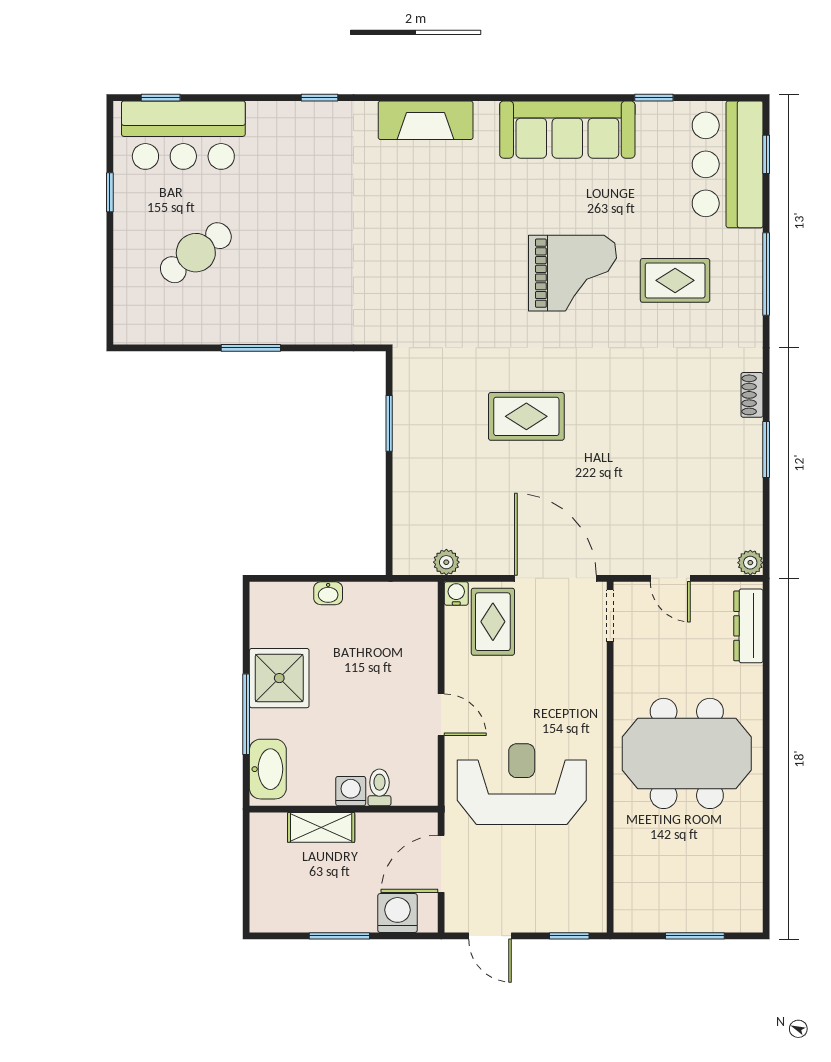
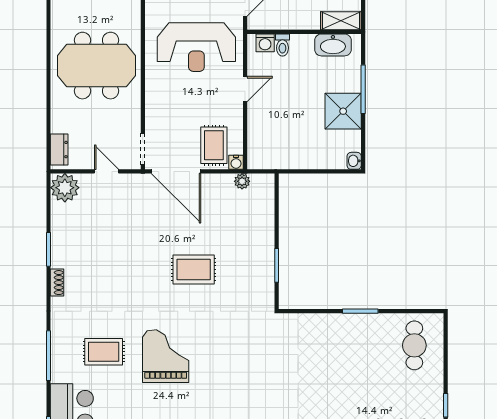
cafe table: (196, 253) -> (414, 345), moved, turned -53
grand piano: (572, 273) -> (166, 356), turned 90
plant: (750, 563) -> (65, 188), width x1.88, depth x1.88
washbasin: (328, 593) -> (354, 161), moved, turned -90
dresser: (748, 626) -> (59, 150), width x0.70
door: (441, 715) -> (245, 89), swing flipped
washbasin: (268, 769) -> (333, 45), moved, turned -90
washing machine: (351, 791) -> (265, 43), moved
shelving: (321, 827) -> (341, 21), moved

